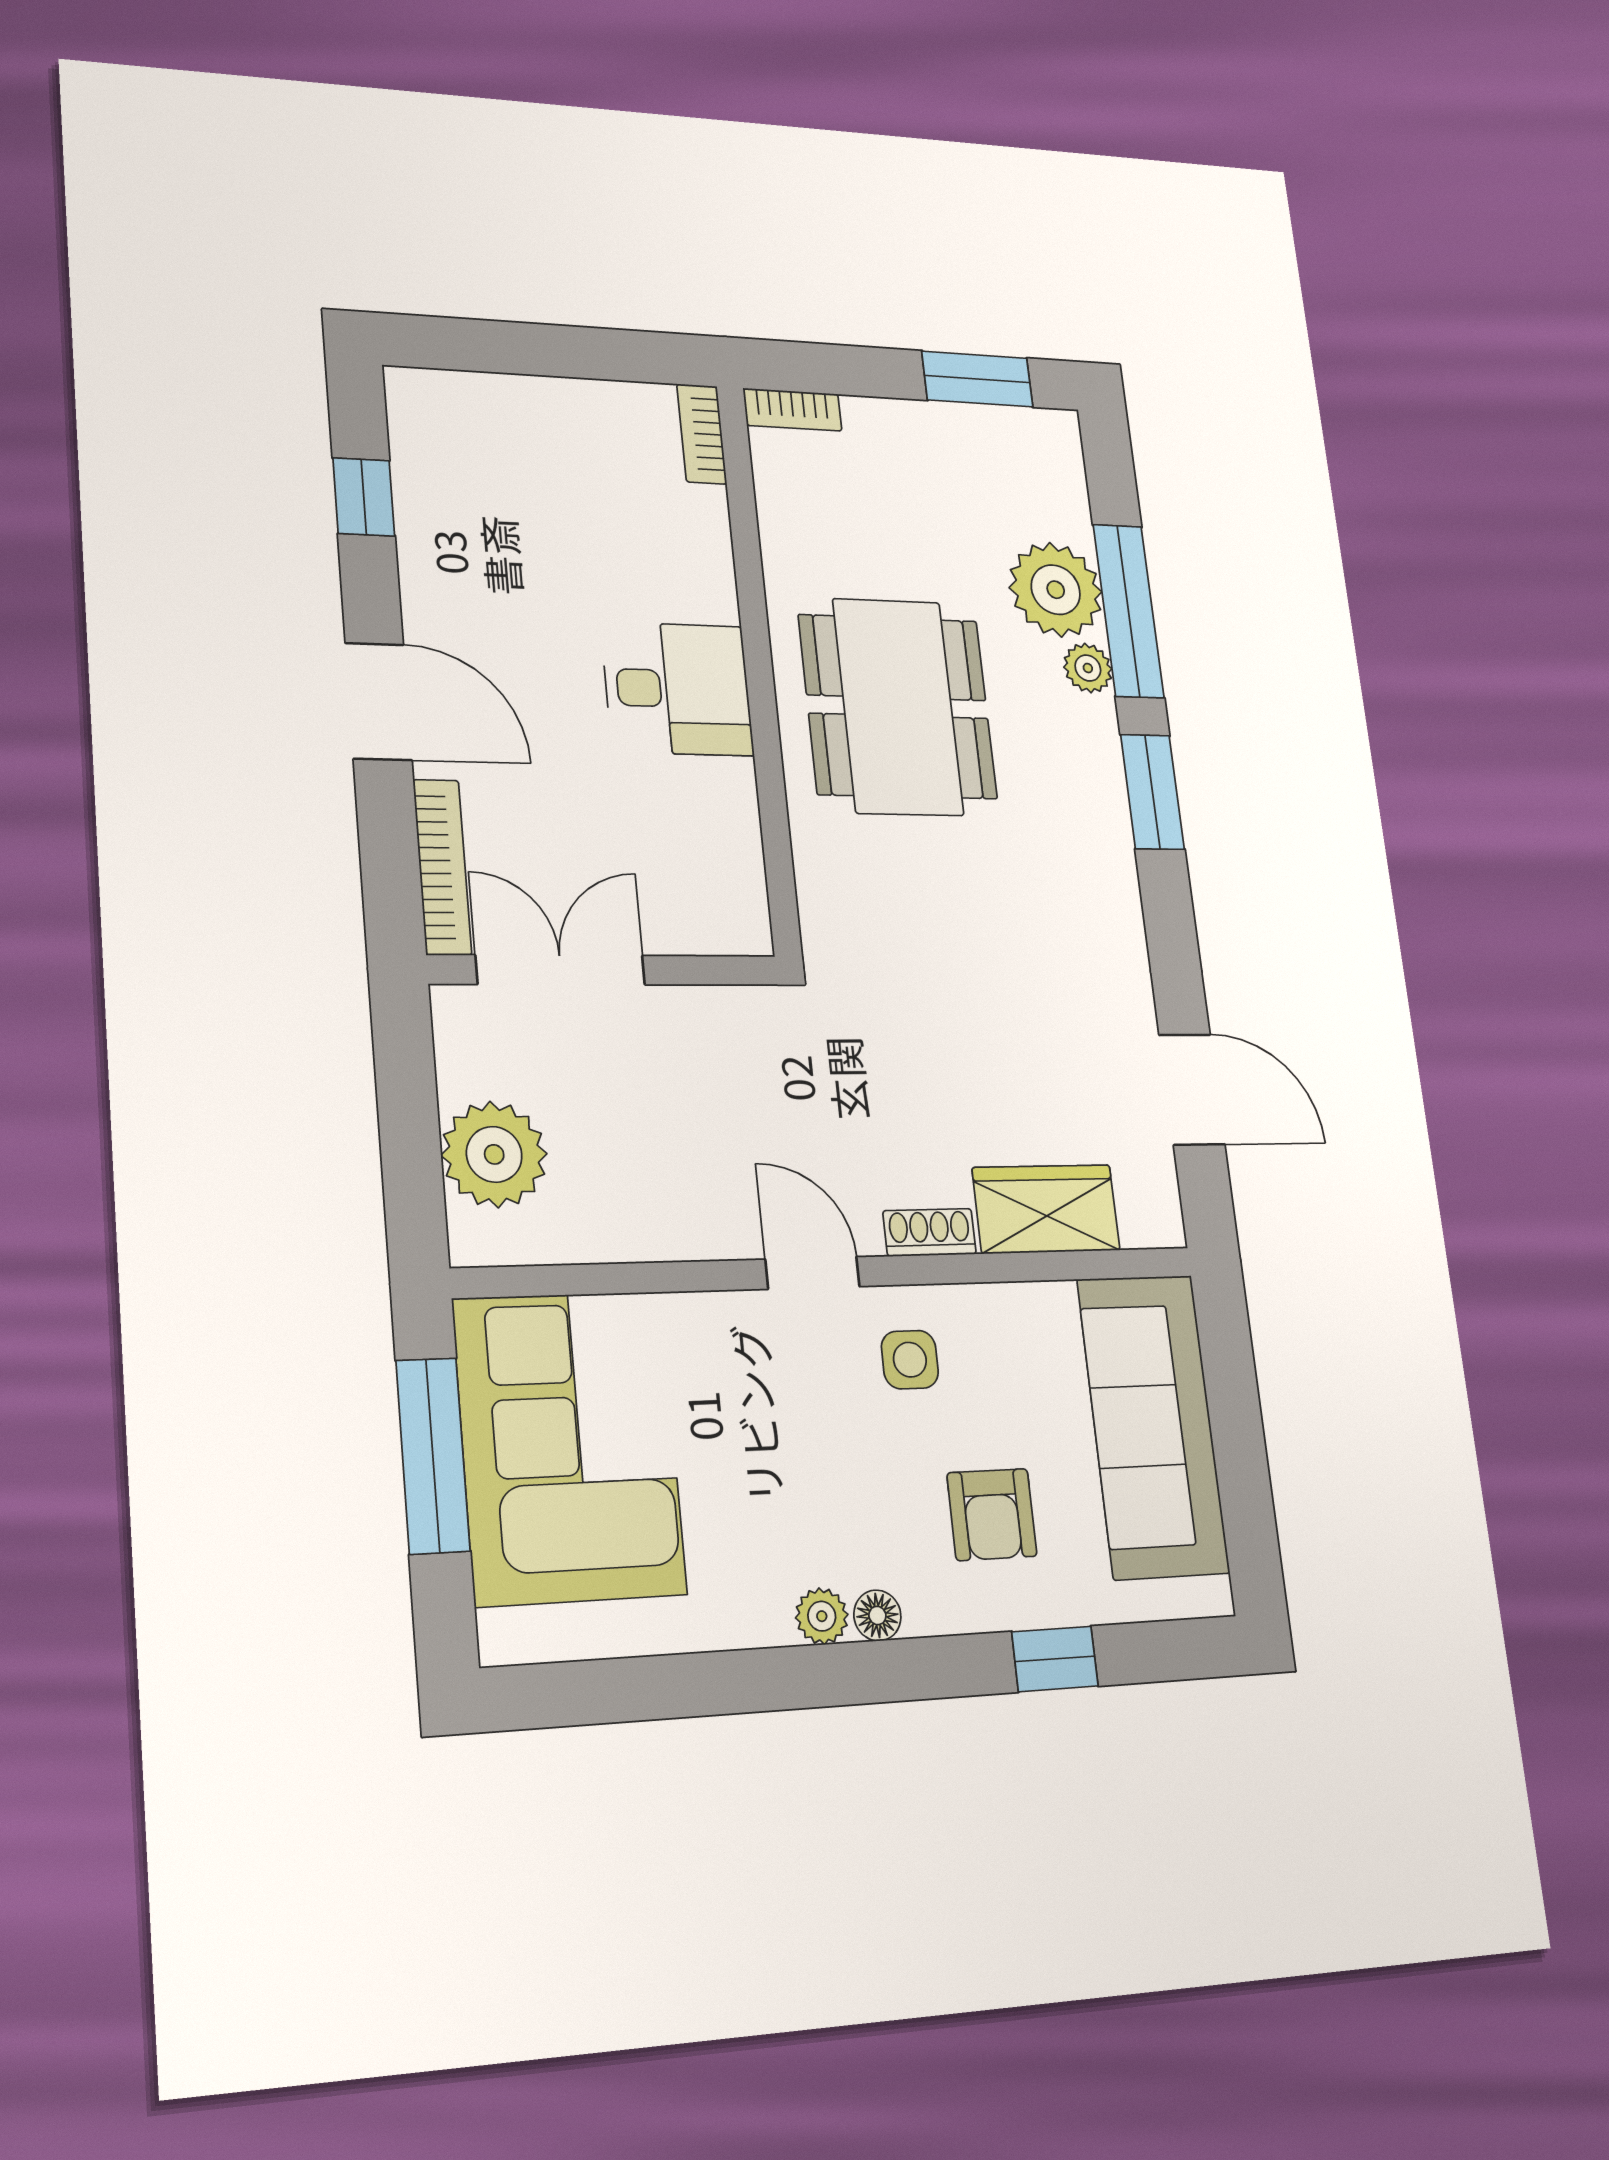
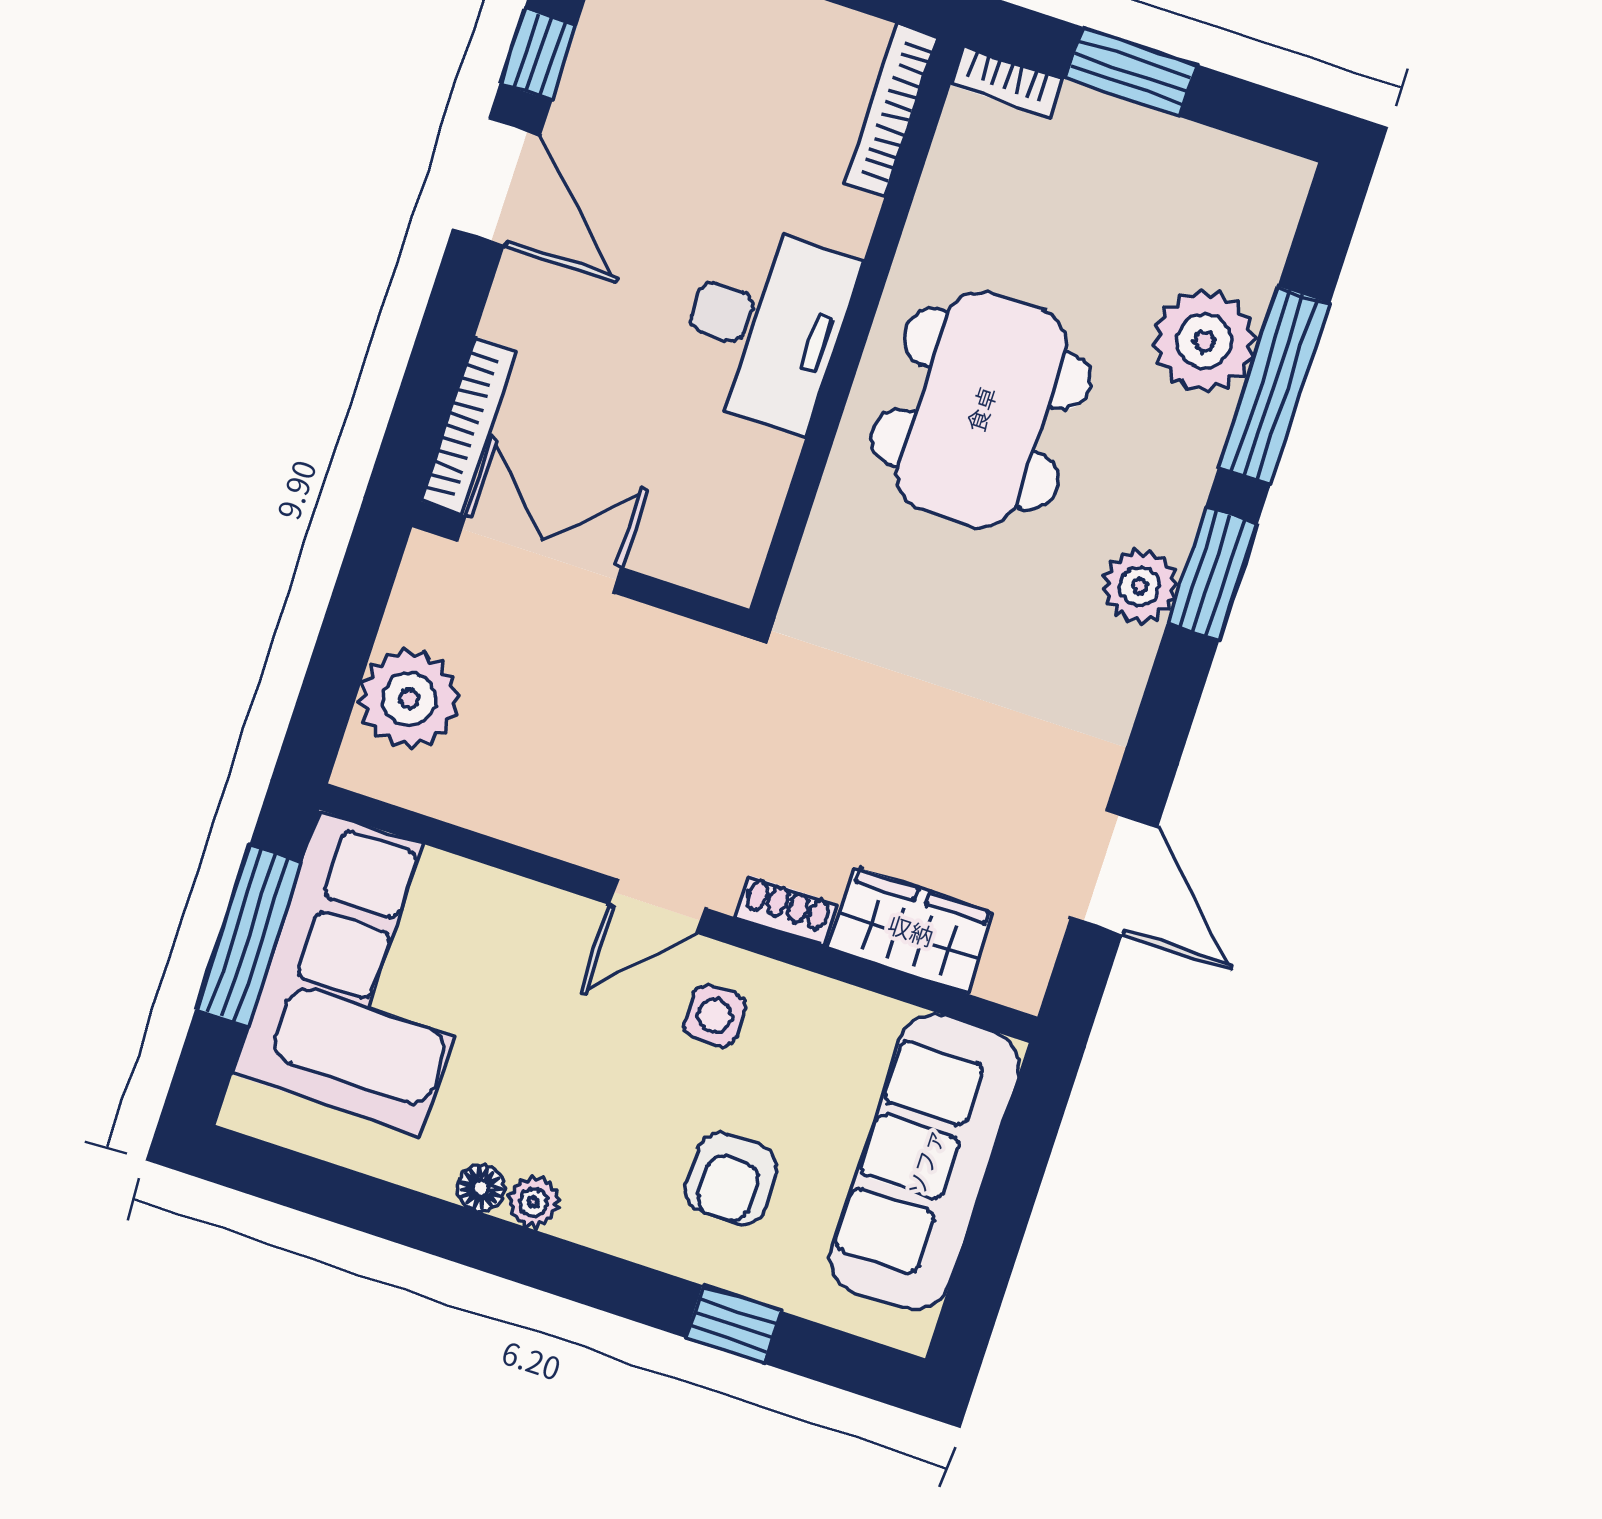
window: (977, 379) -> (1131, 72), moved
bookcase: (702, 434) -> (891, 110), width x1.56
plant: (1088, 668) -> (1140, 586), moved, width x1.38, depth x1.38
desk: (677, 689) -> (765, 326), width x1.37
door: (378, 701) -> (496, 182), moved
door: (813, 1273) -> (657, 906), swing flipped
floor lamp: (877, 1615) -> (481, 1188), moved

